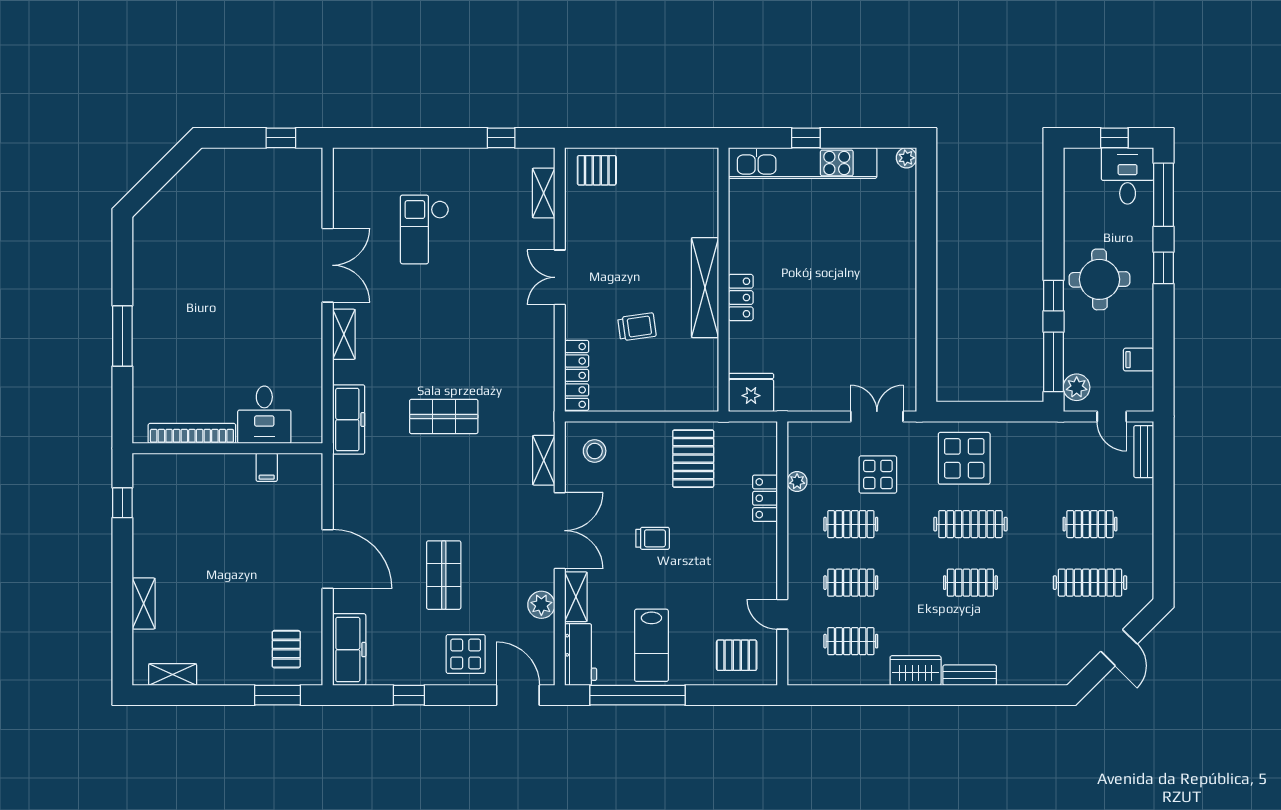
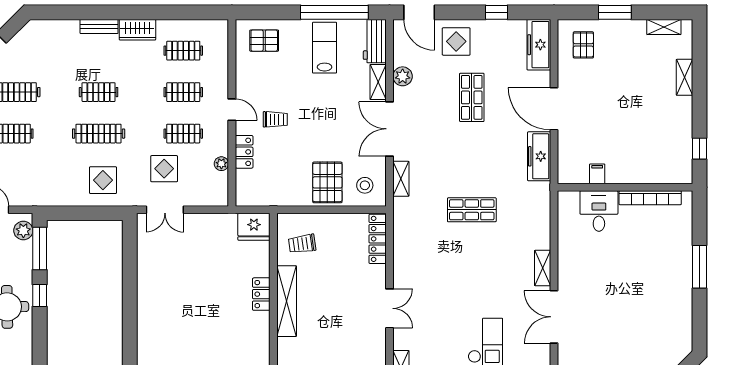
trolley: (637, 327) -> (302, 244), moved
freezer: (349, 420) -> (539, 156), moved
display table: (964, 458) -> (103, 180), width x0.73, depth x0.73
pallet: (693, 459) -> (327, 182), moved
trolley: (653, 538) -> (275, 119), moved, turned 180
door: (782, 614) -> (232, 110), moved
window: (278, 695) -> (615, 12), moved

